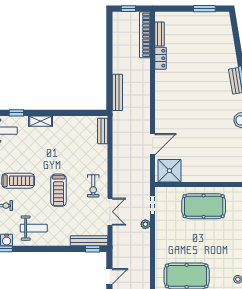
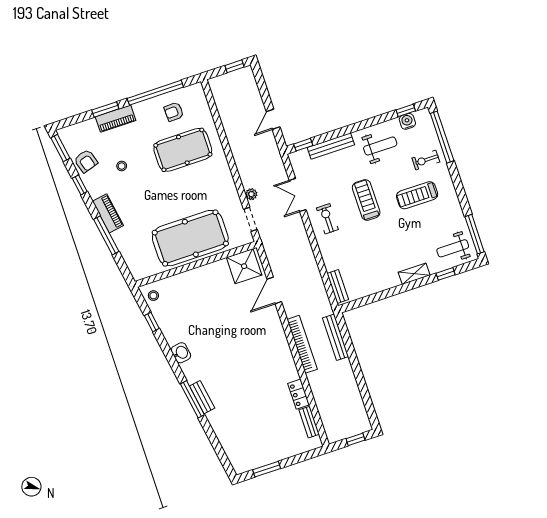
bookcase: (145, 35) -> (302, 344), moved
pool table: (204, 206) -> (190, 238), width x1.36, depth x1.32
weight bench: (34, 228) -> (380, 146), turned 180
bench: (89, 241) -> (331, 146), moved

